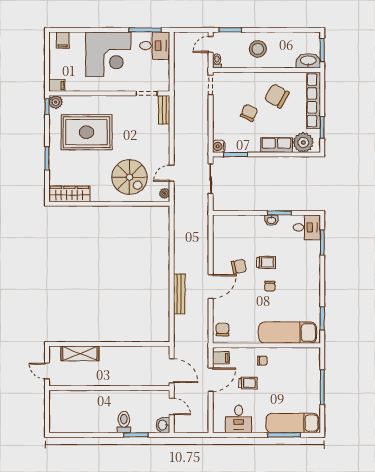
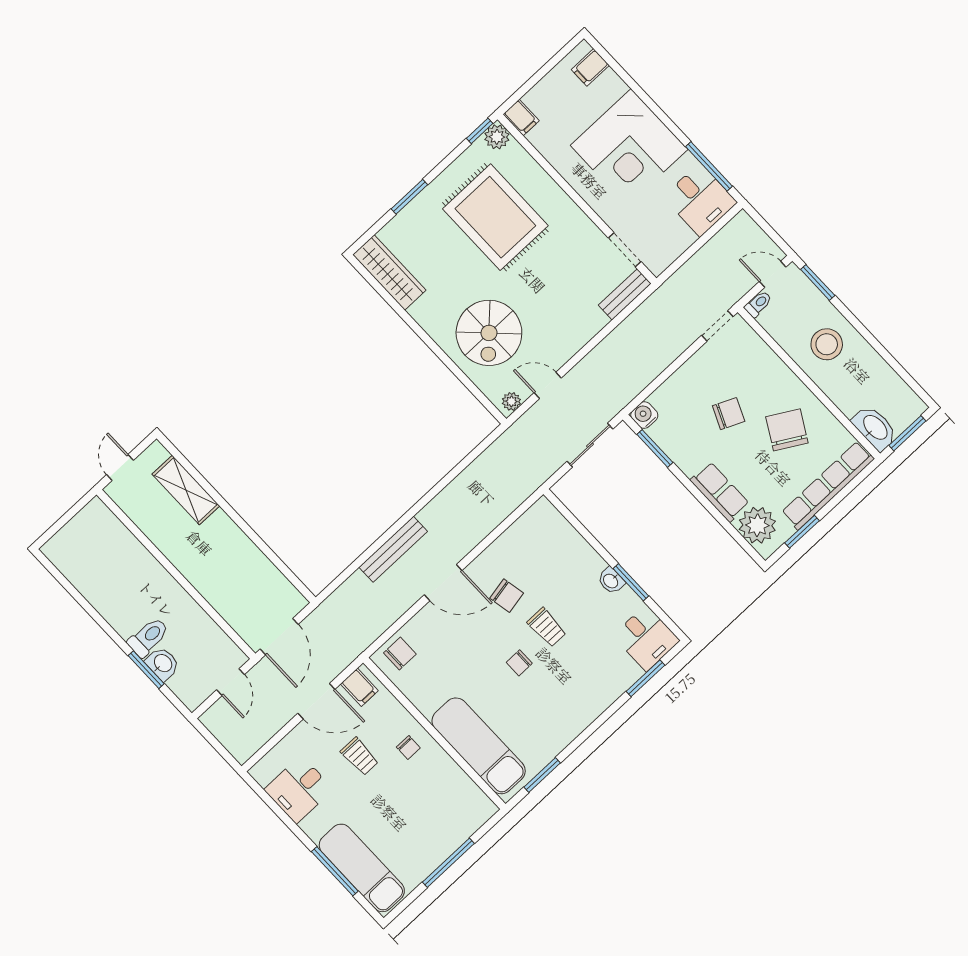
washbasin: (163, 425) -> (163, 664), moved, turned 90

